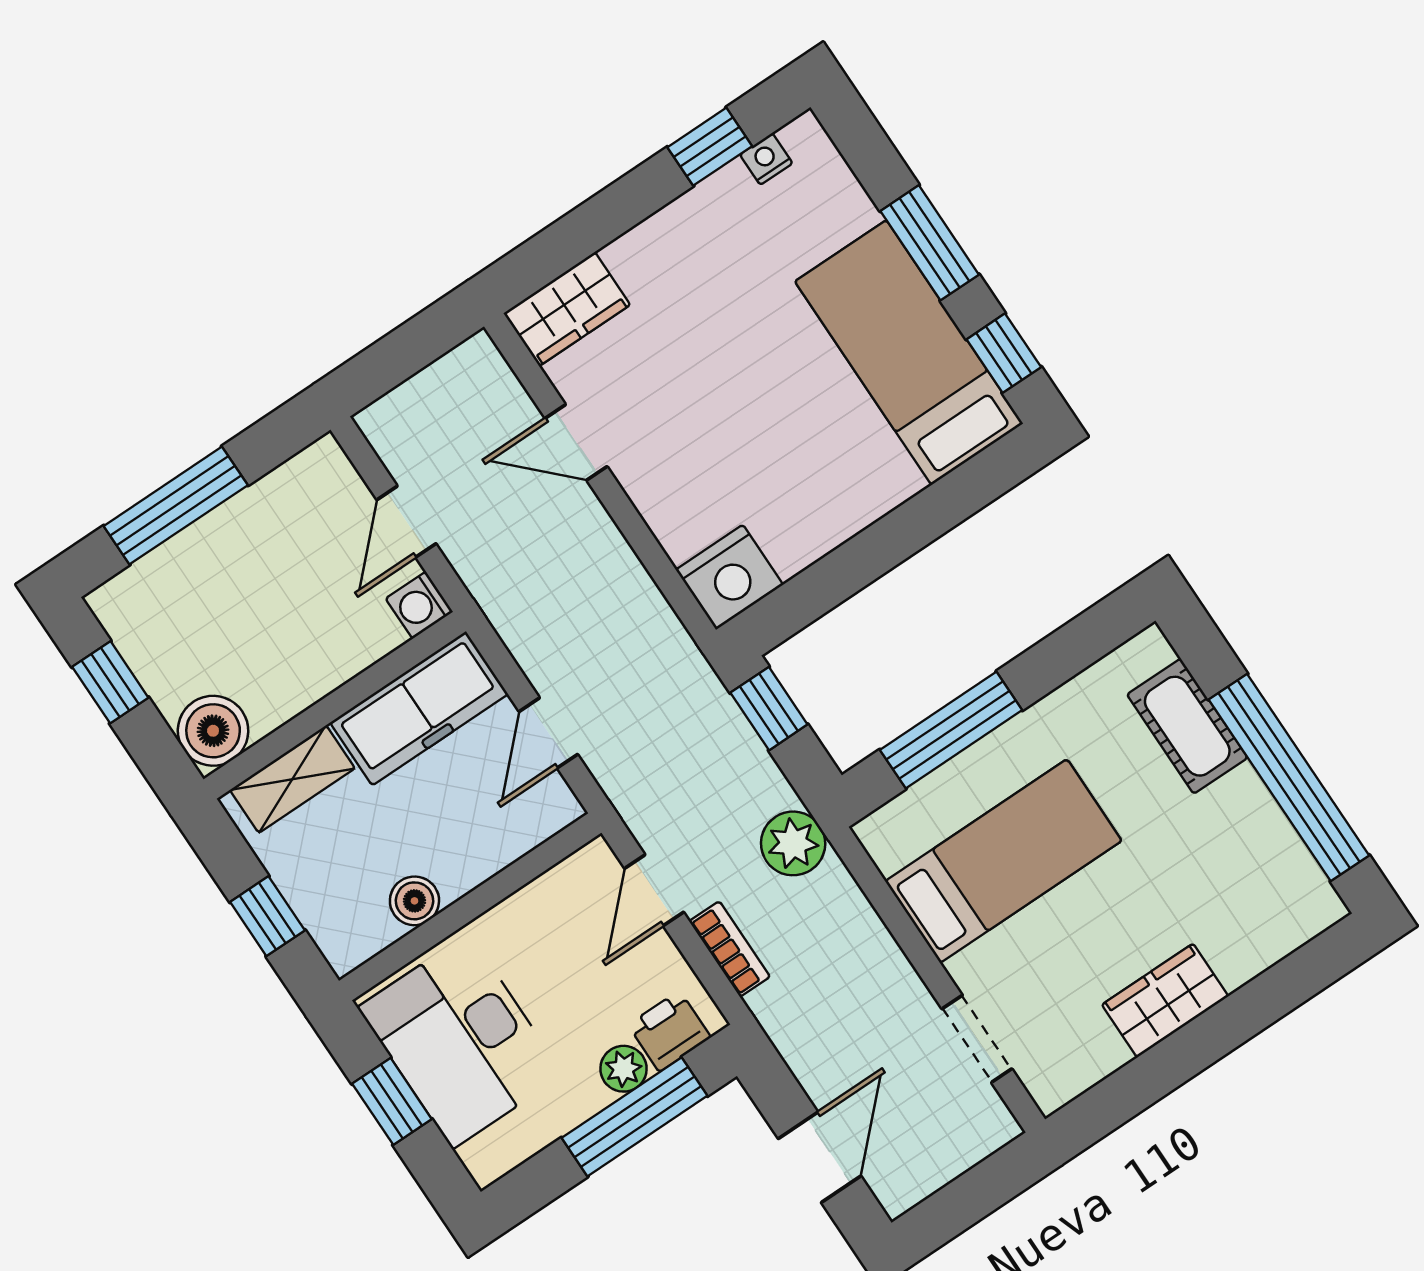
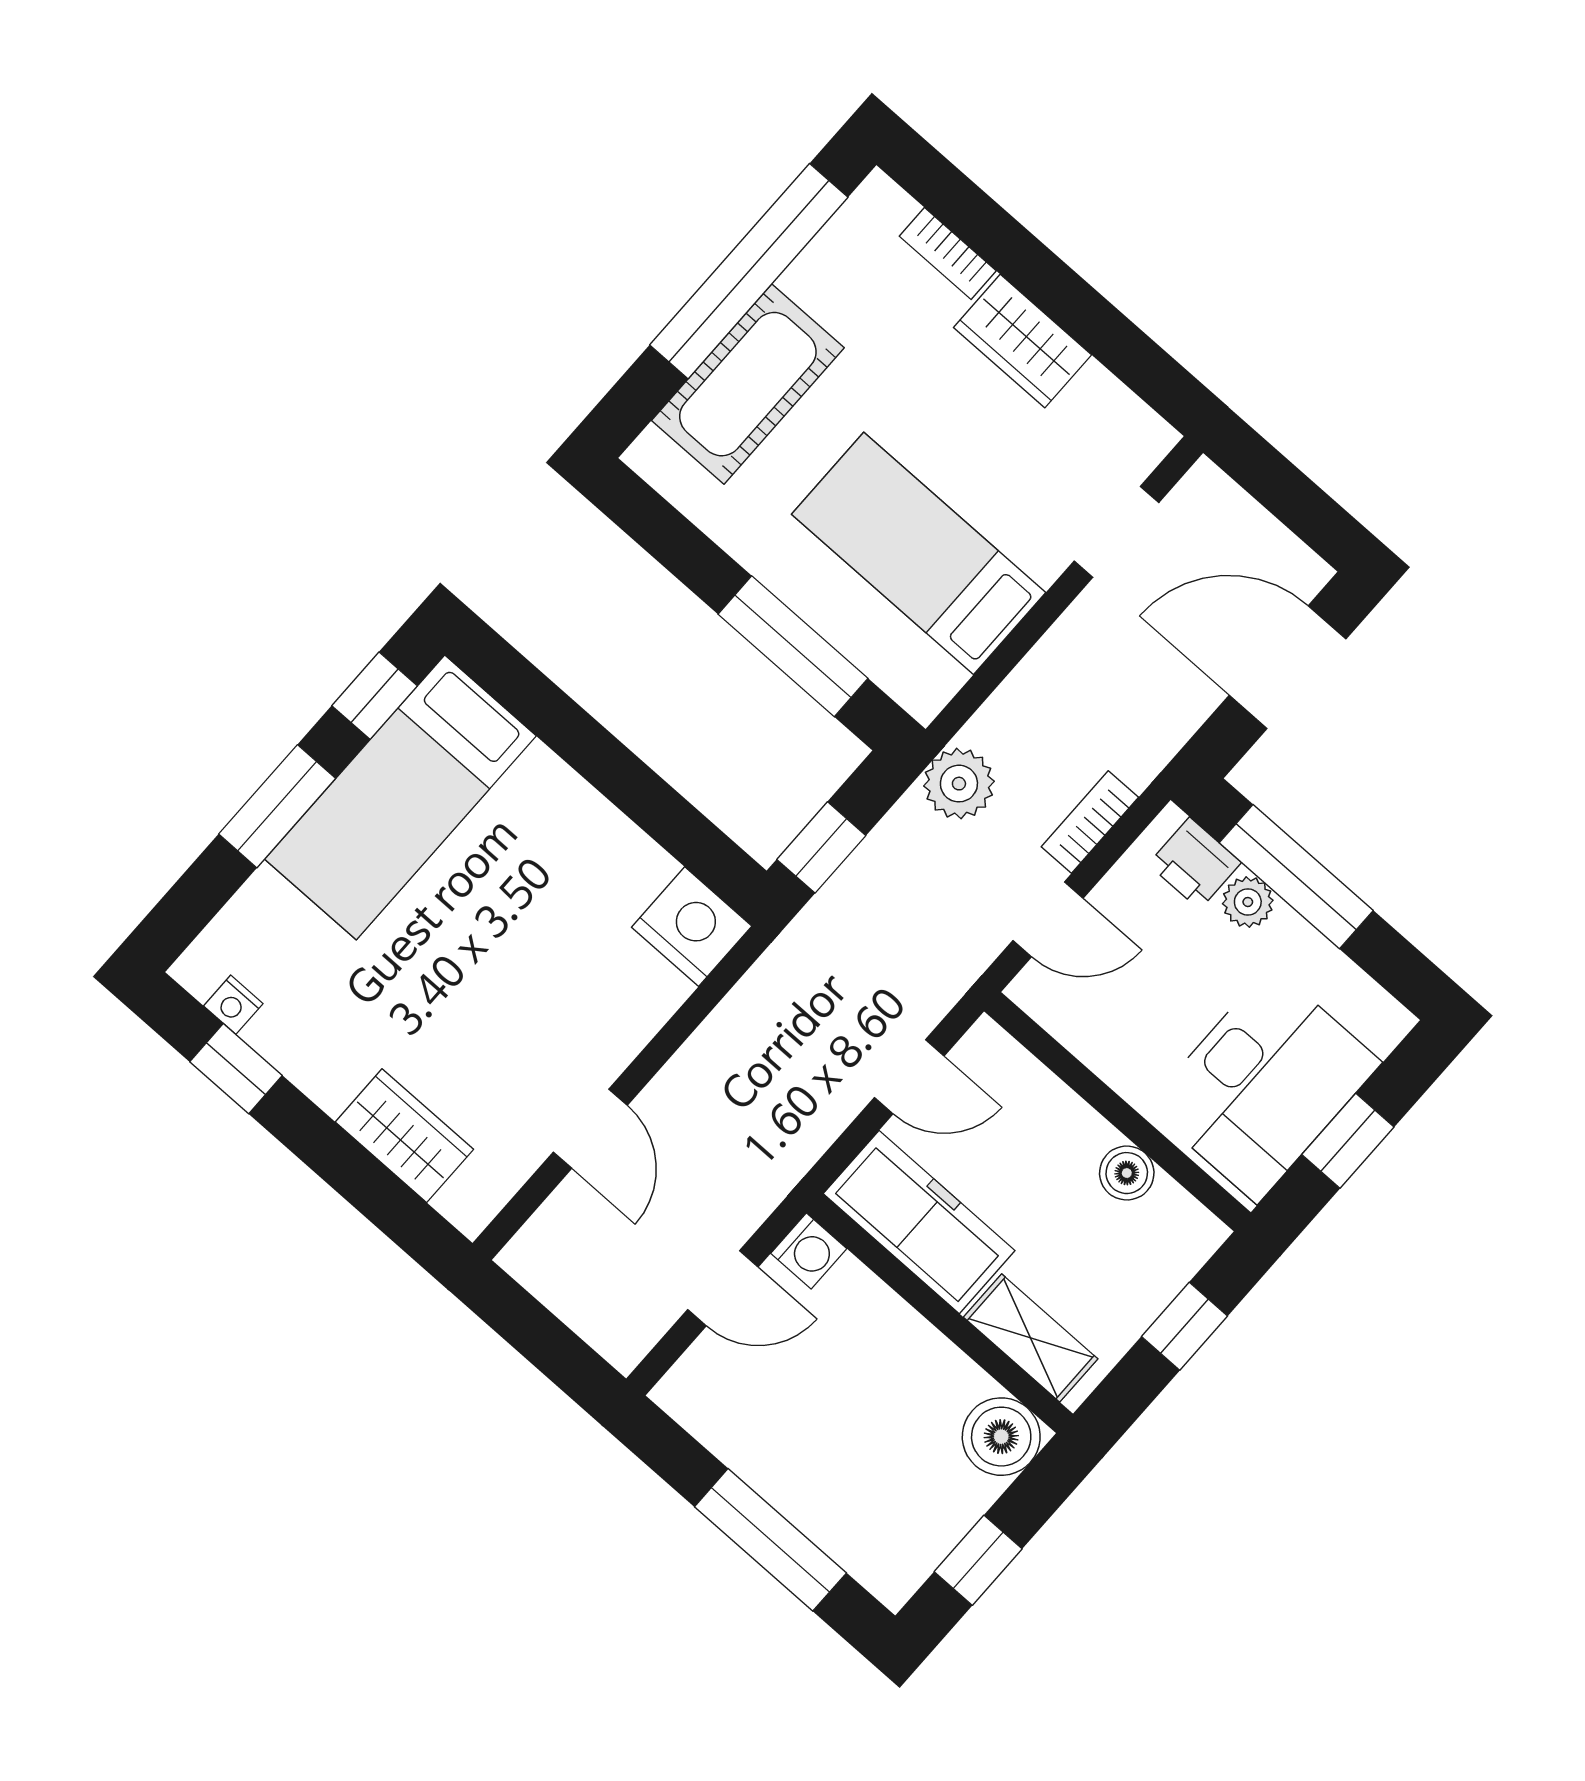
wardrobe: (567, 309) -> (404, 1136), moved
cot: (1187, 726) -> (748, 384), width x1.37, depth x1.34
bookcase: (1259, 955) -> (948, 253), added
door: (820, 1157) -> (1288, 667), width x1.37

